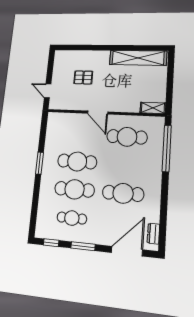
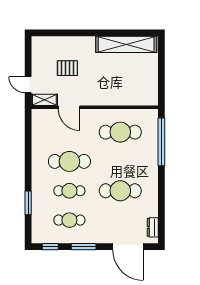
shelving: (153, 108) -> (44, 100), moved
door: (98, 113) -> (69, 107), moved
window: (40, 163) -> (28, 203), moved
cafe table: (75, 189) -> (69, 191), width x0.73, depth x0.74
door: (127, 251) -> (128, 247), swing flipped

